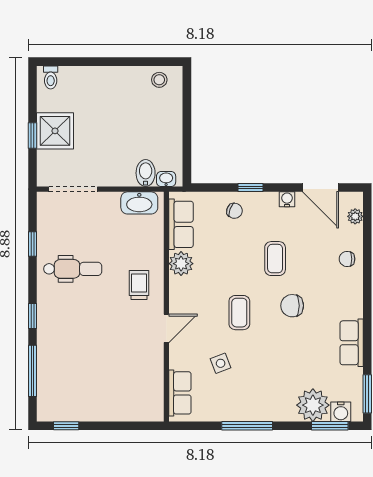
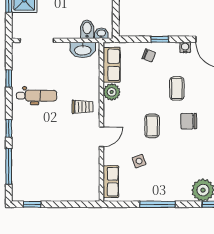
trolley: (139, 285) -> (83, 107), turned 90

